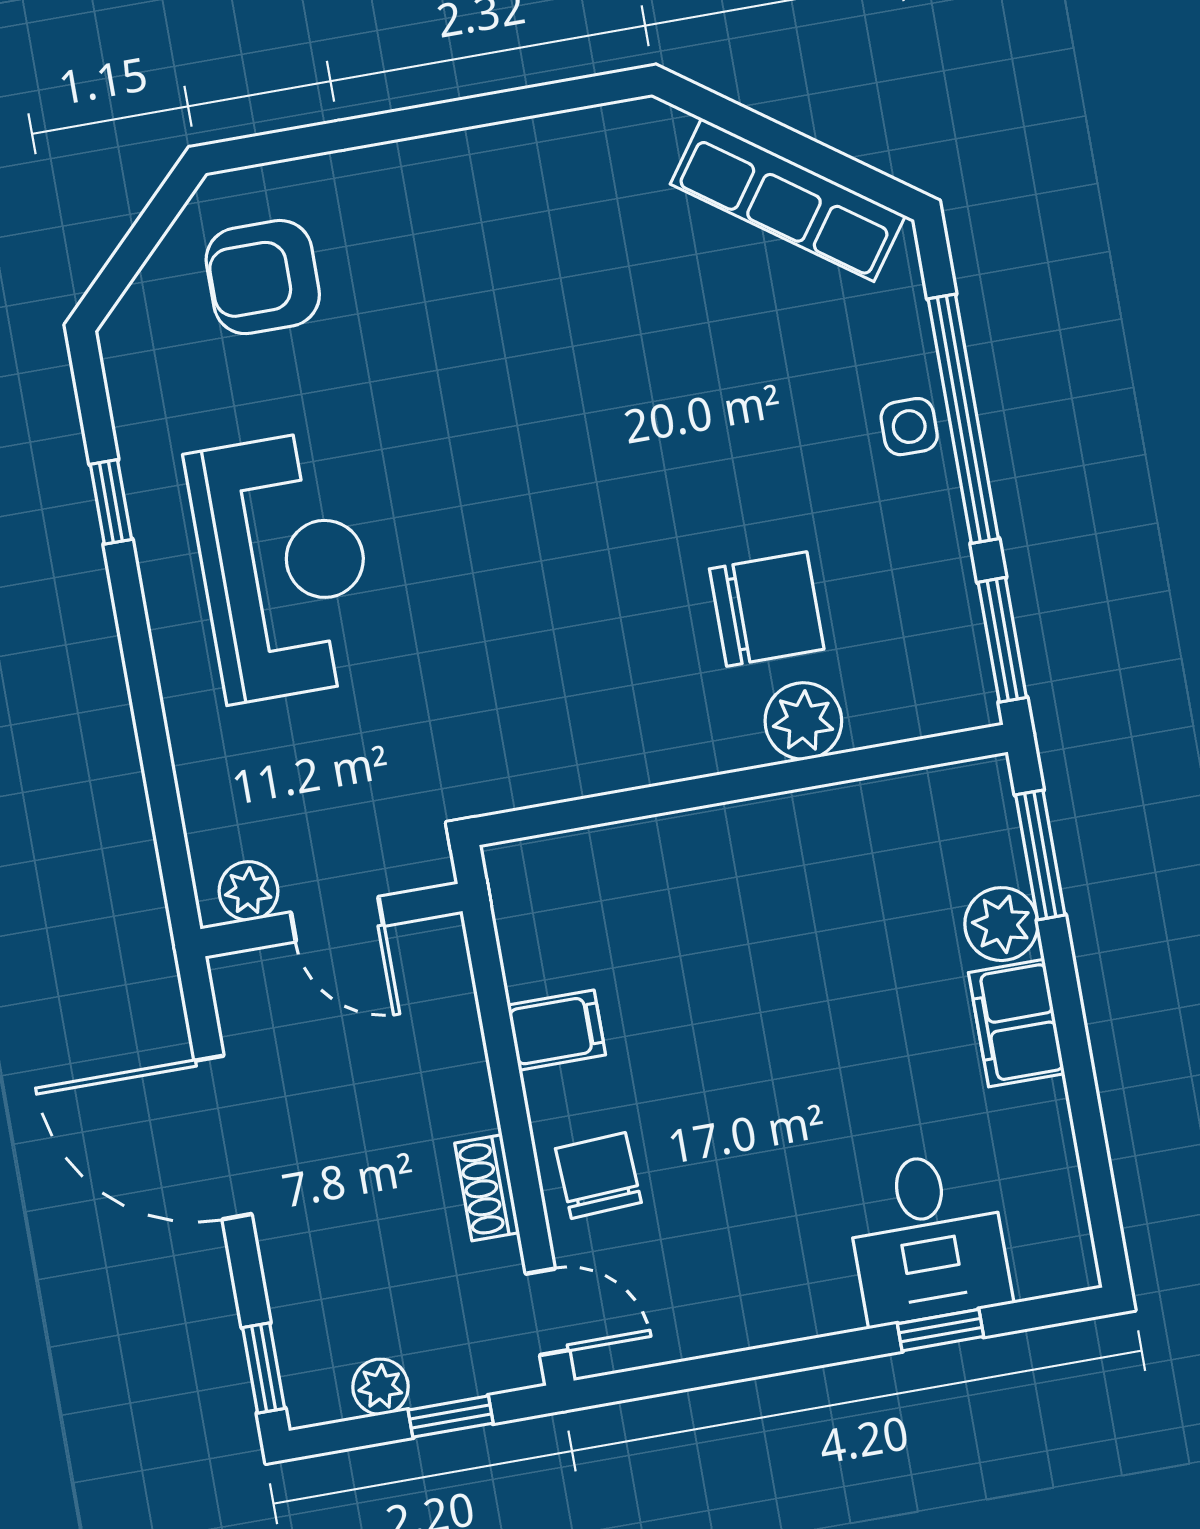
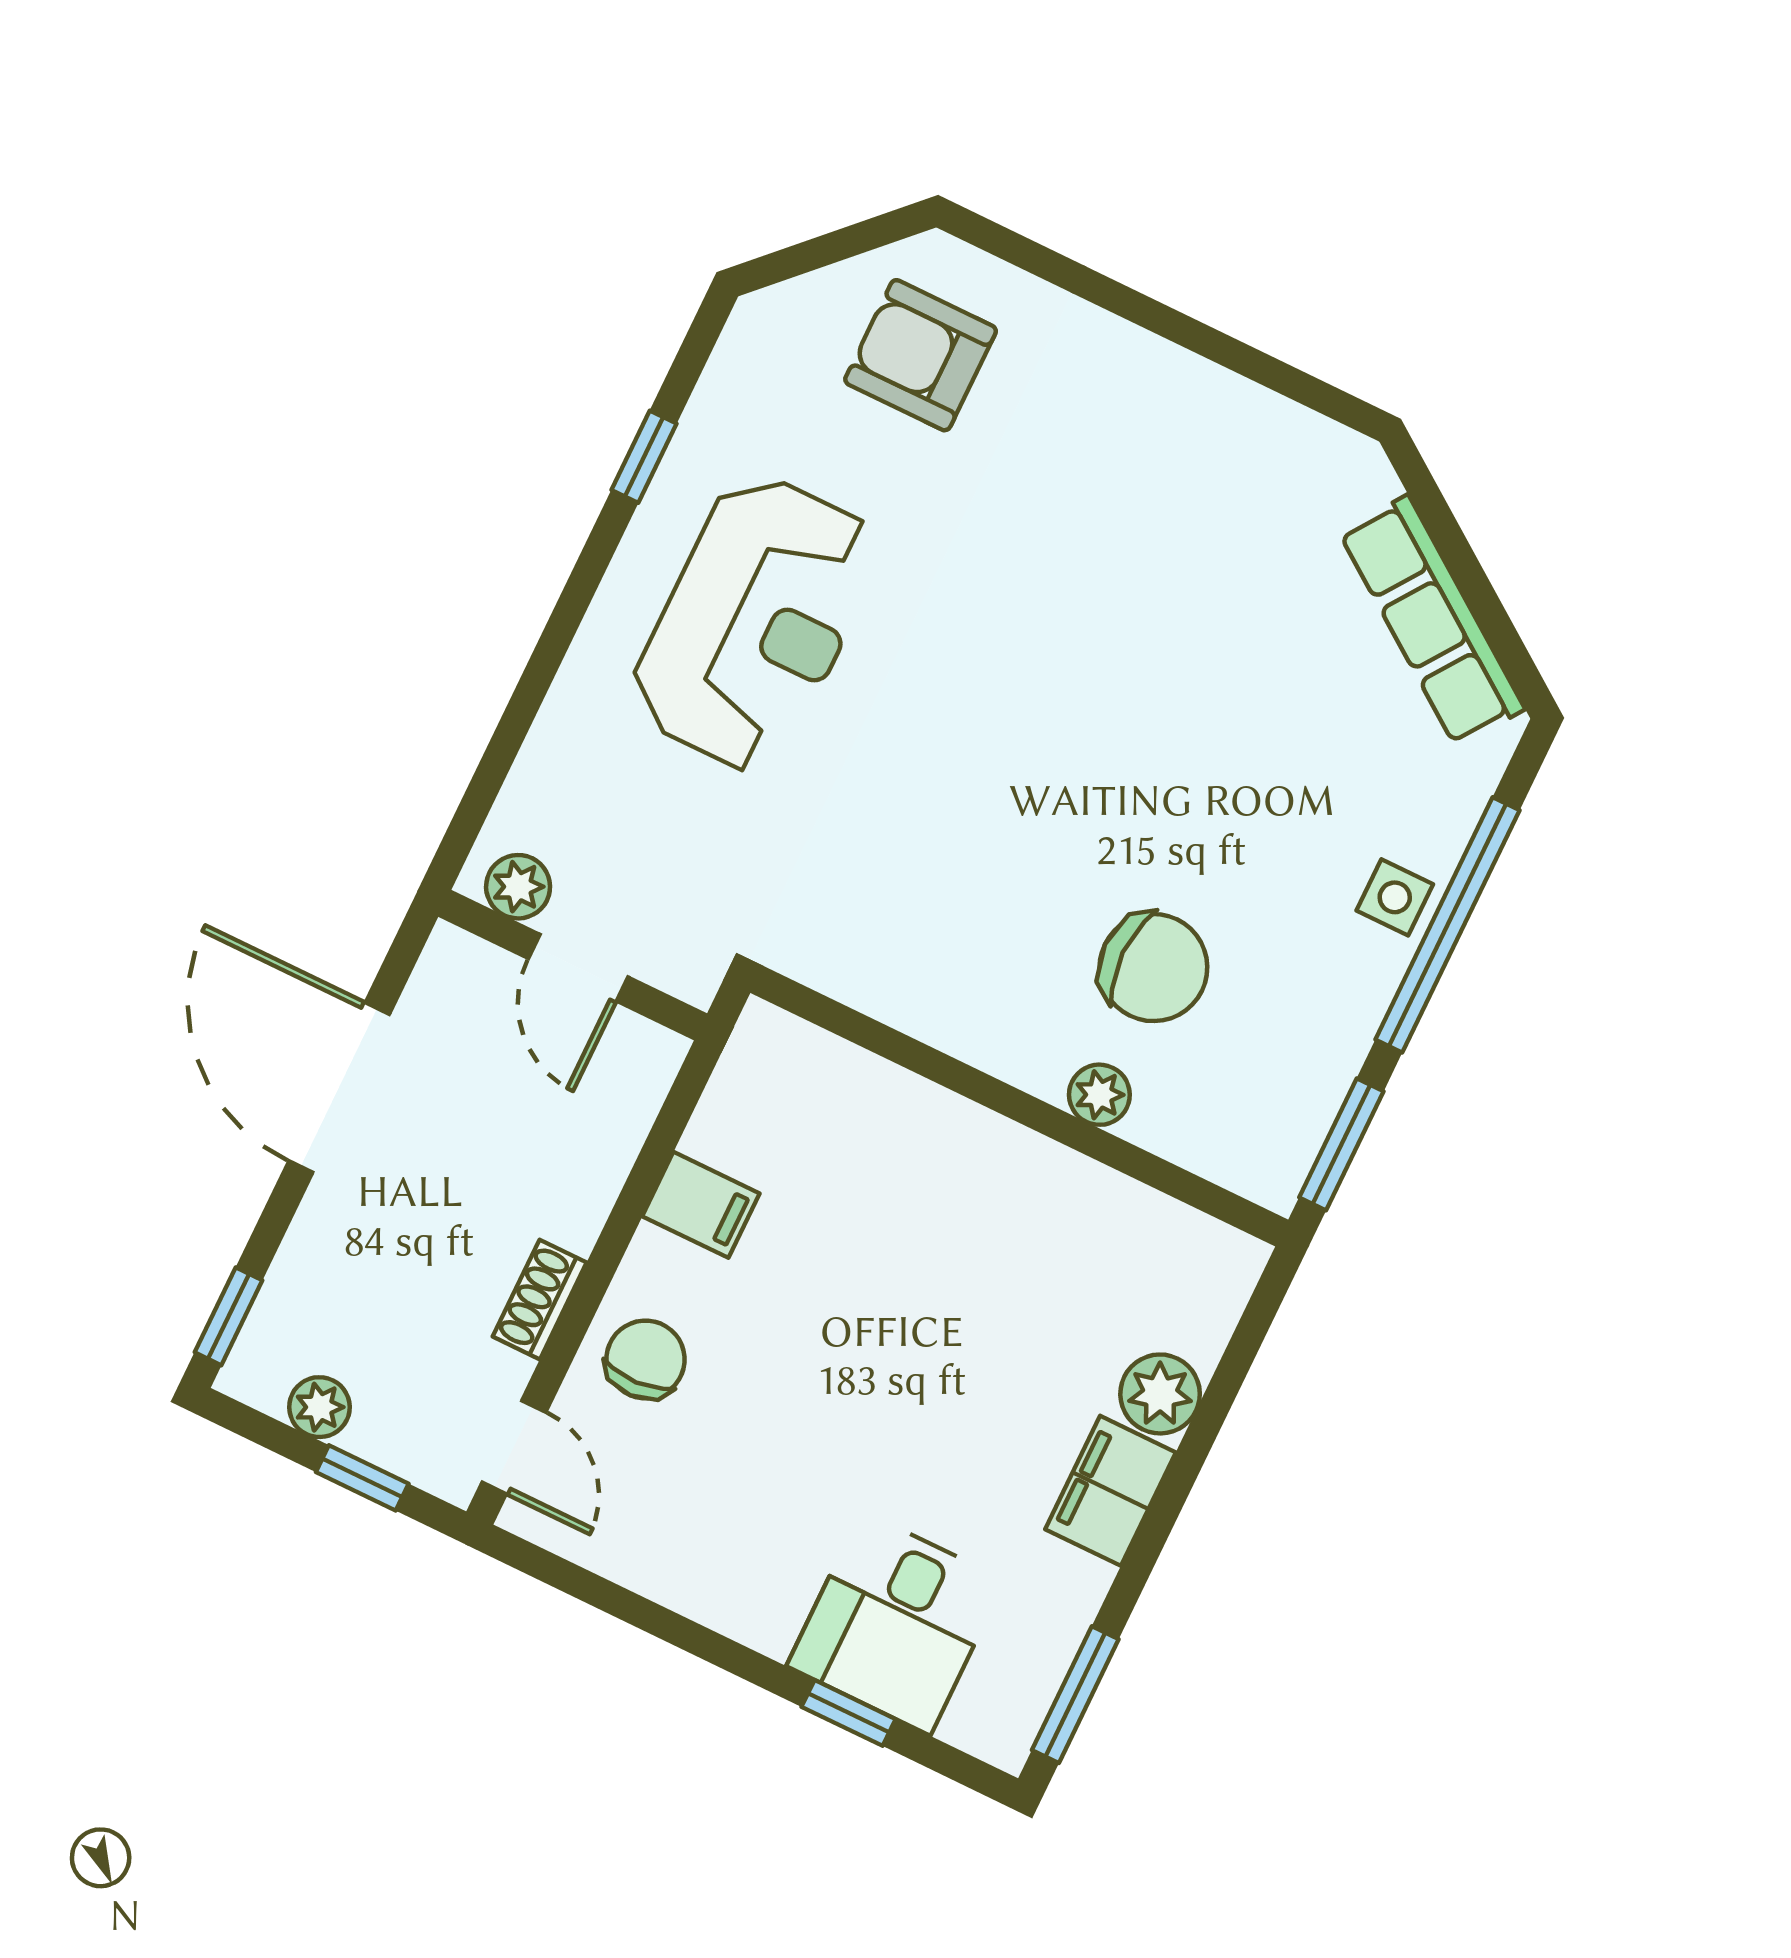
plant: (803, 721) -> (1099, 1095), width x0.73, depth x0.73
window: (1040, 855) -> (1075, 1695), moved

